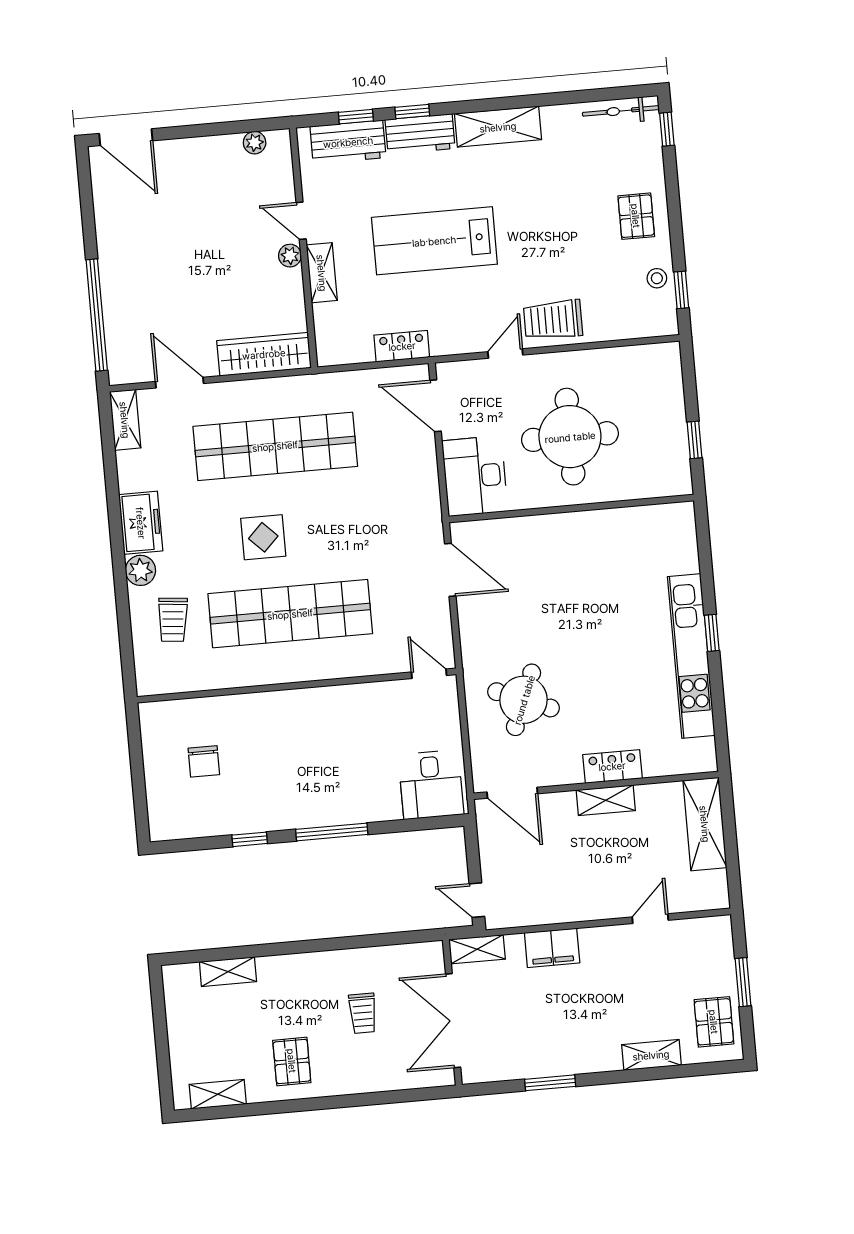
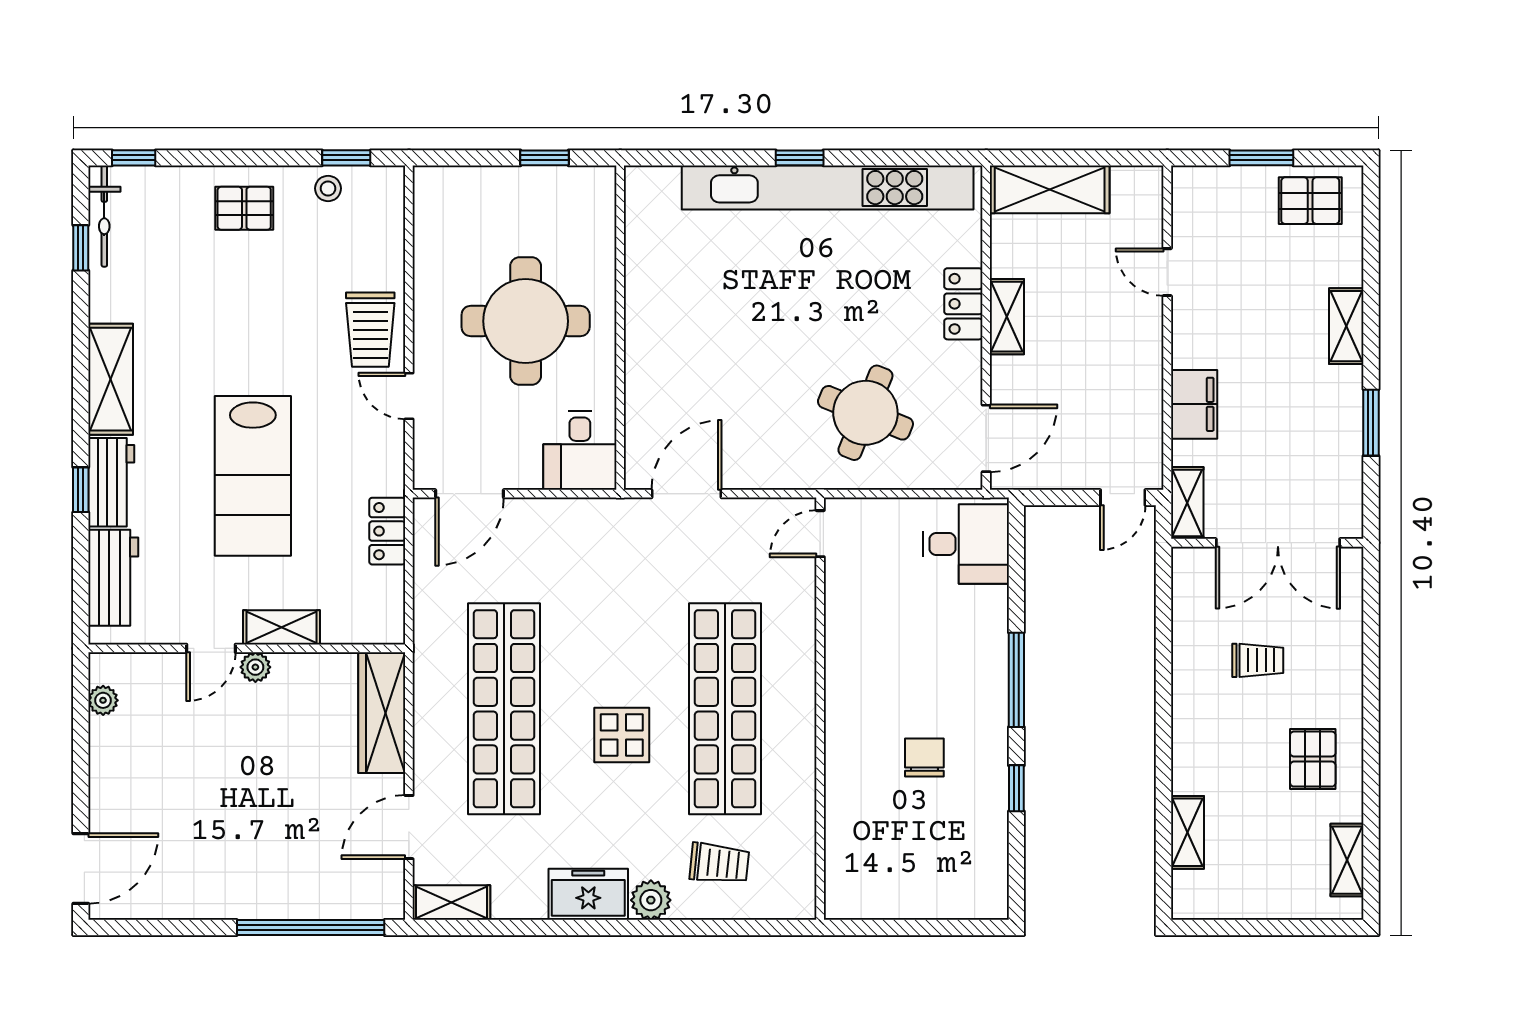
window: (356, 117) -> (81, 248), moved
desk: (475, 476) -> (580, 450), width x0.73
kitchen unit: (691, 656) -> (828, 188), width x1.36
chair: (204, 761) -> (924, 758), moved, turned -90
shelving: (651, 1055) -> (1346, 326), moved
pallet: (292, 1061) -> (1313, 759), turned 90

